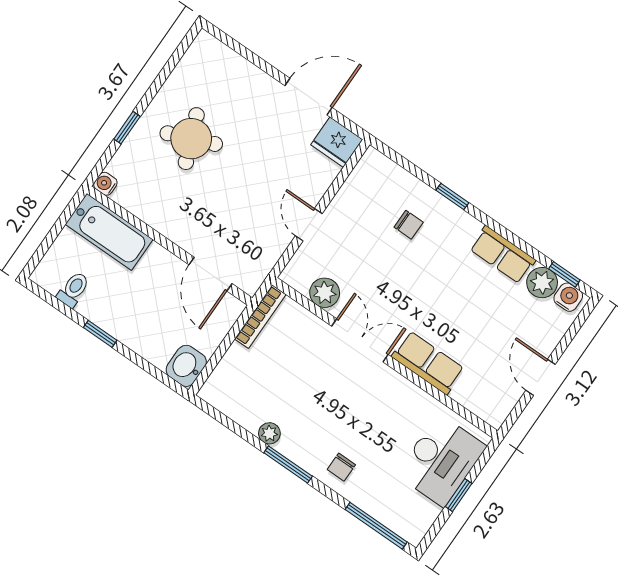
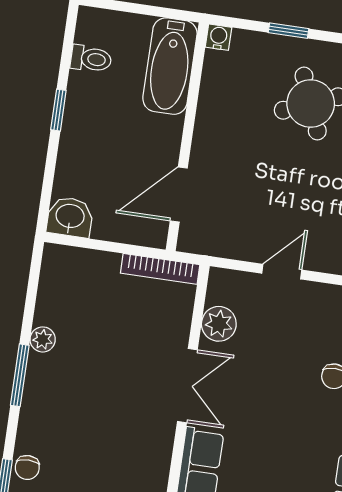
chair: (341, 467) -> (27, 468), moved, turned -90

